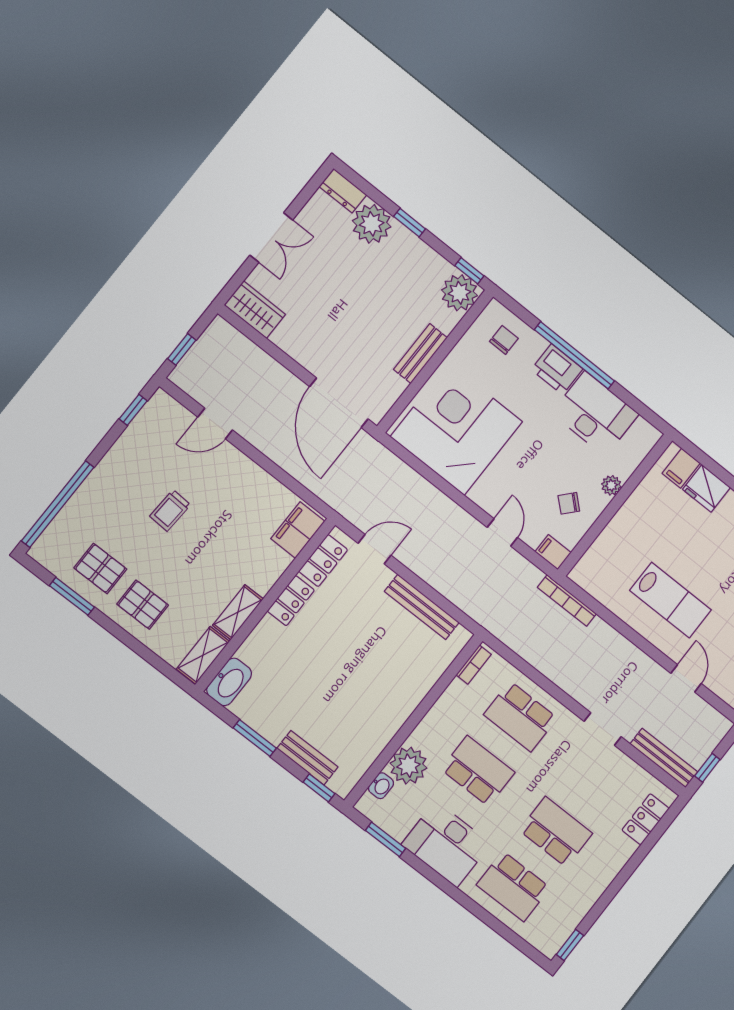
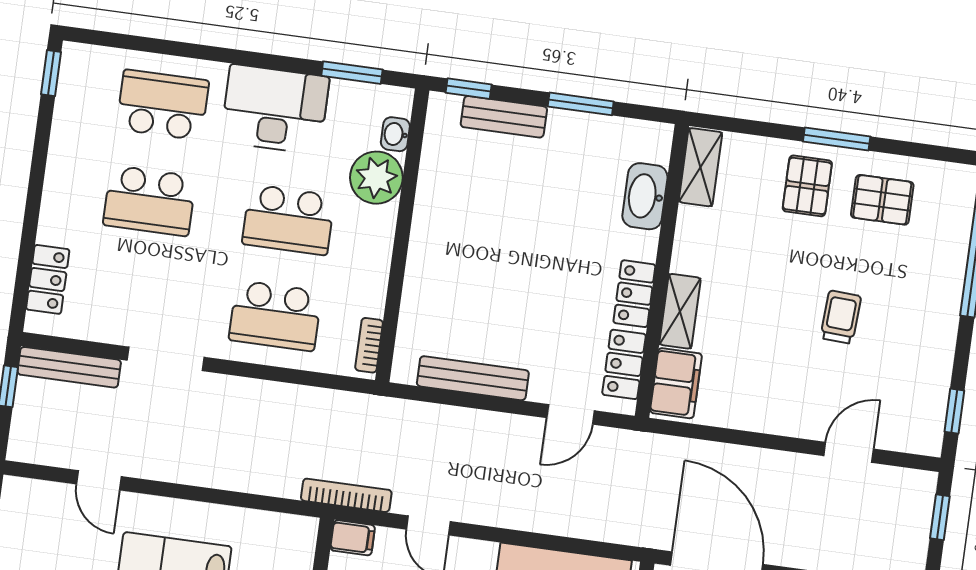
window: (72, 596) -> (837, 139), moved
bookcase: (567, 601) -> (346, 495), moved
pallet: (143, 605) -> (807, 186), turned 90
shelving: (238, 612) -> (680, 311), moved
washbasin: (229, 682) -> (645, 196), moved
school desk: (520, 716) -> (275, 316), turned 180
doorway: (603, 729) -> (165, 359), width x1.38

